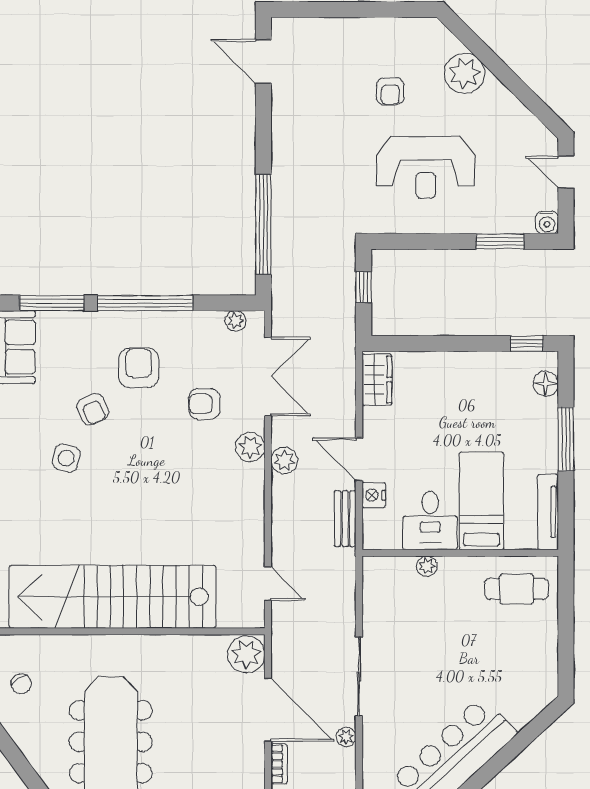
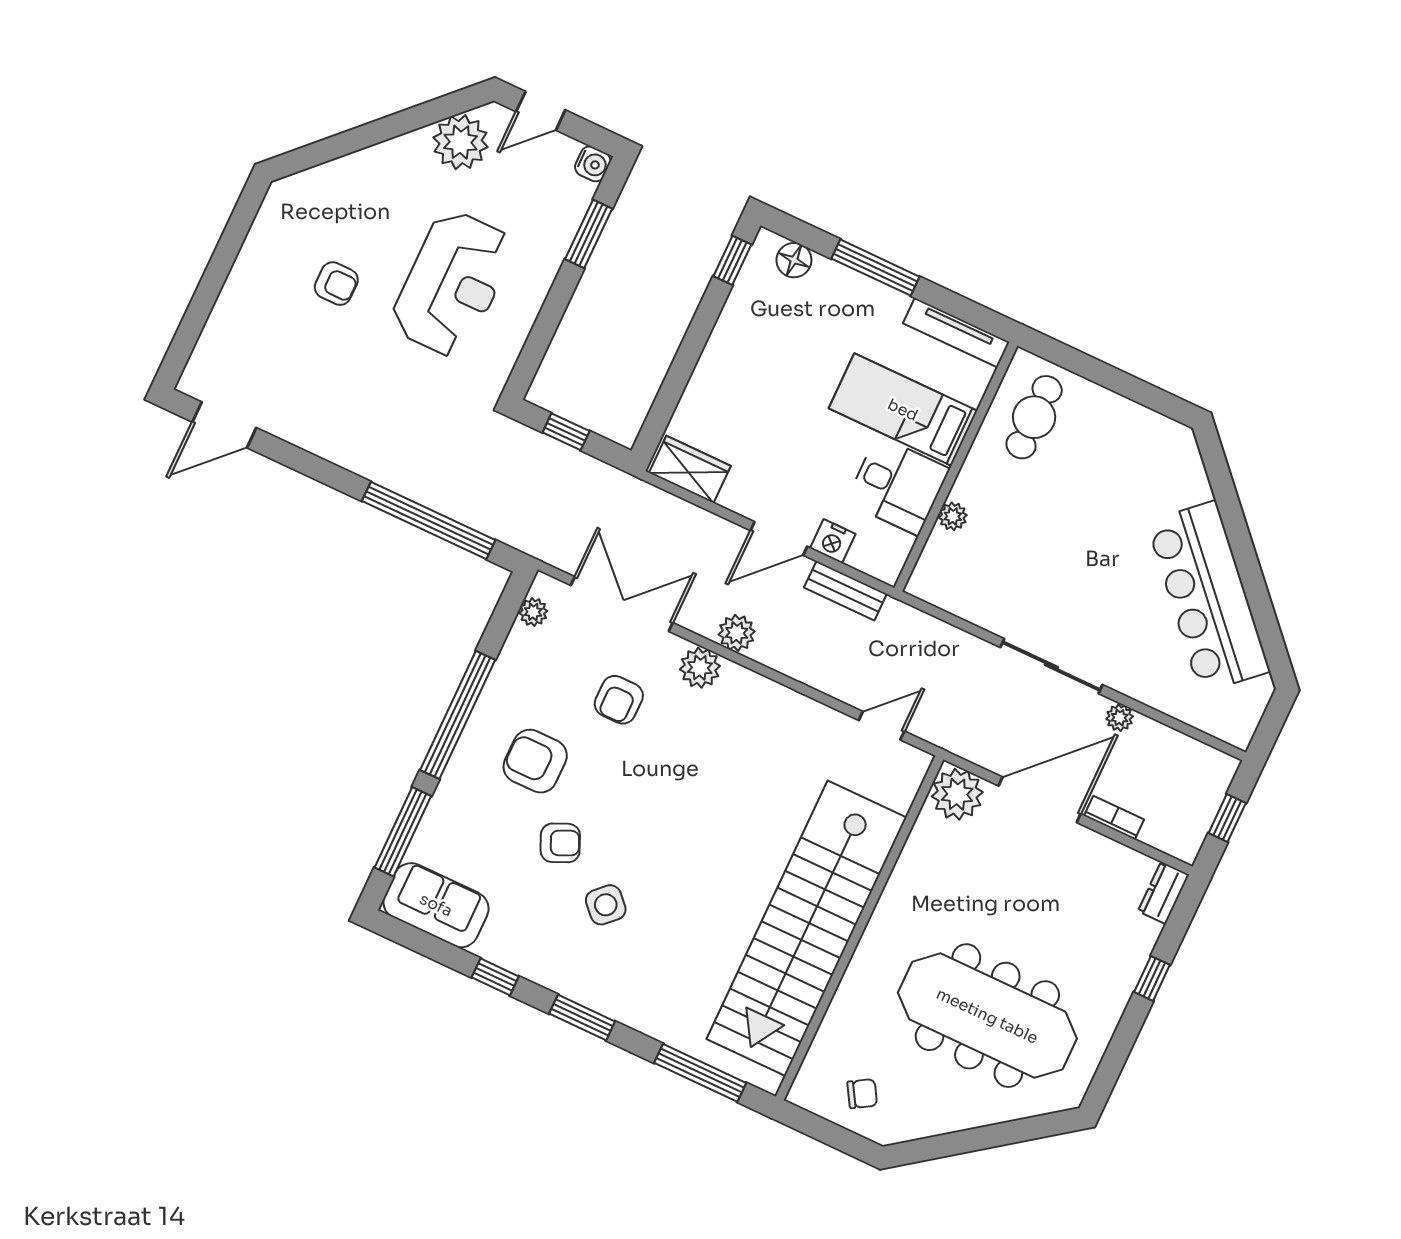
plant: (465, 73) -> (461, 142), moved
side table: (66, 458) -> (606, 905), turned 31

